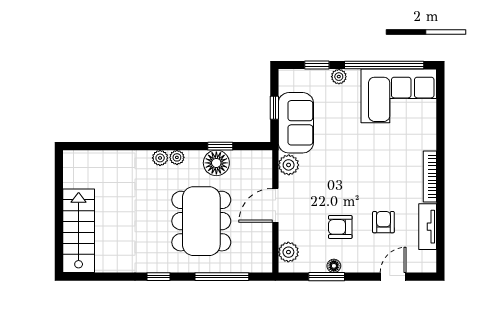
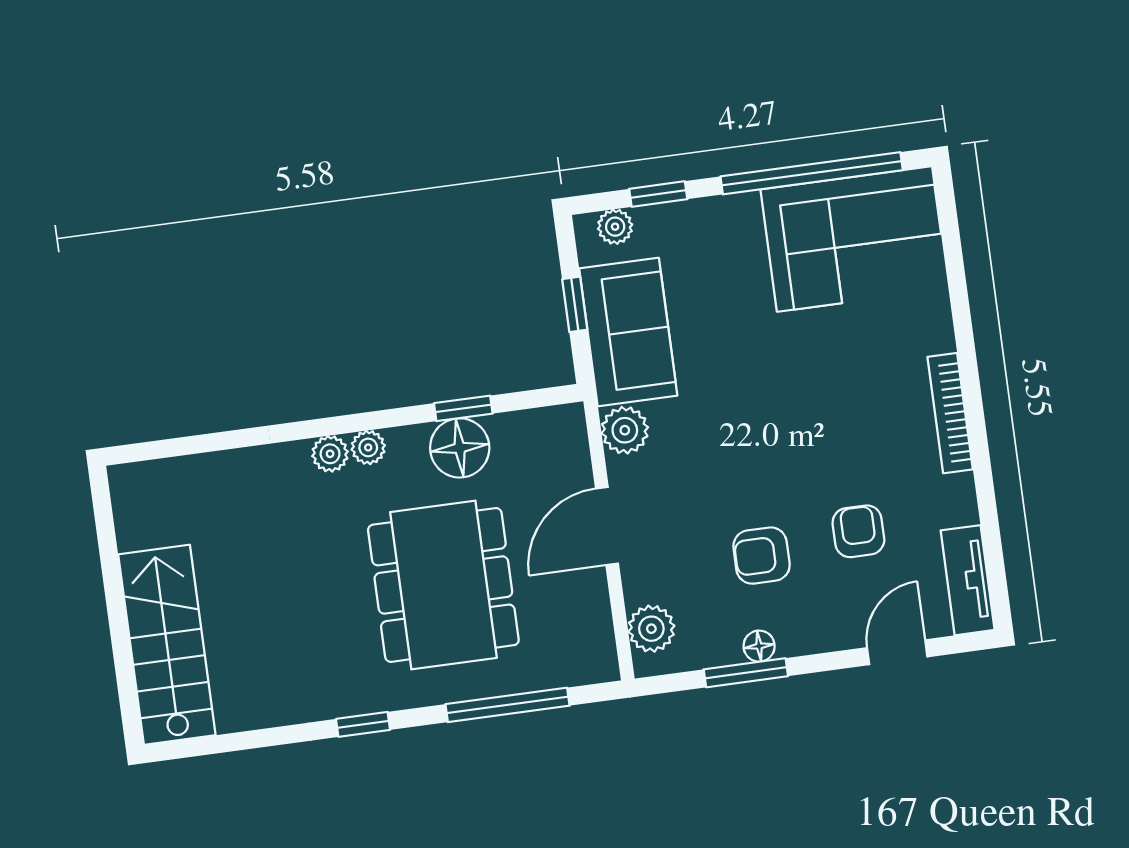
plant: (339, 77) -> (615, 227), moved
tv unit: (428, 227) -> (968, 580), moved

